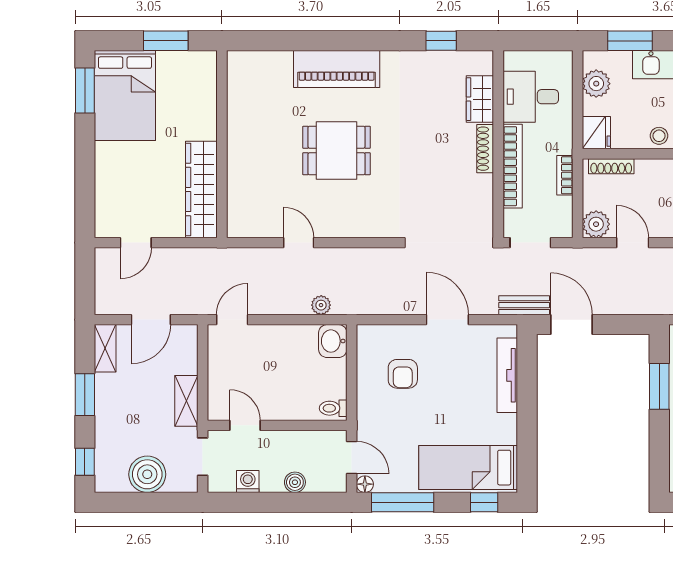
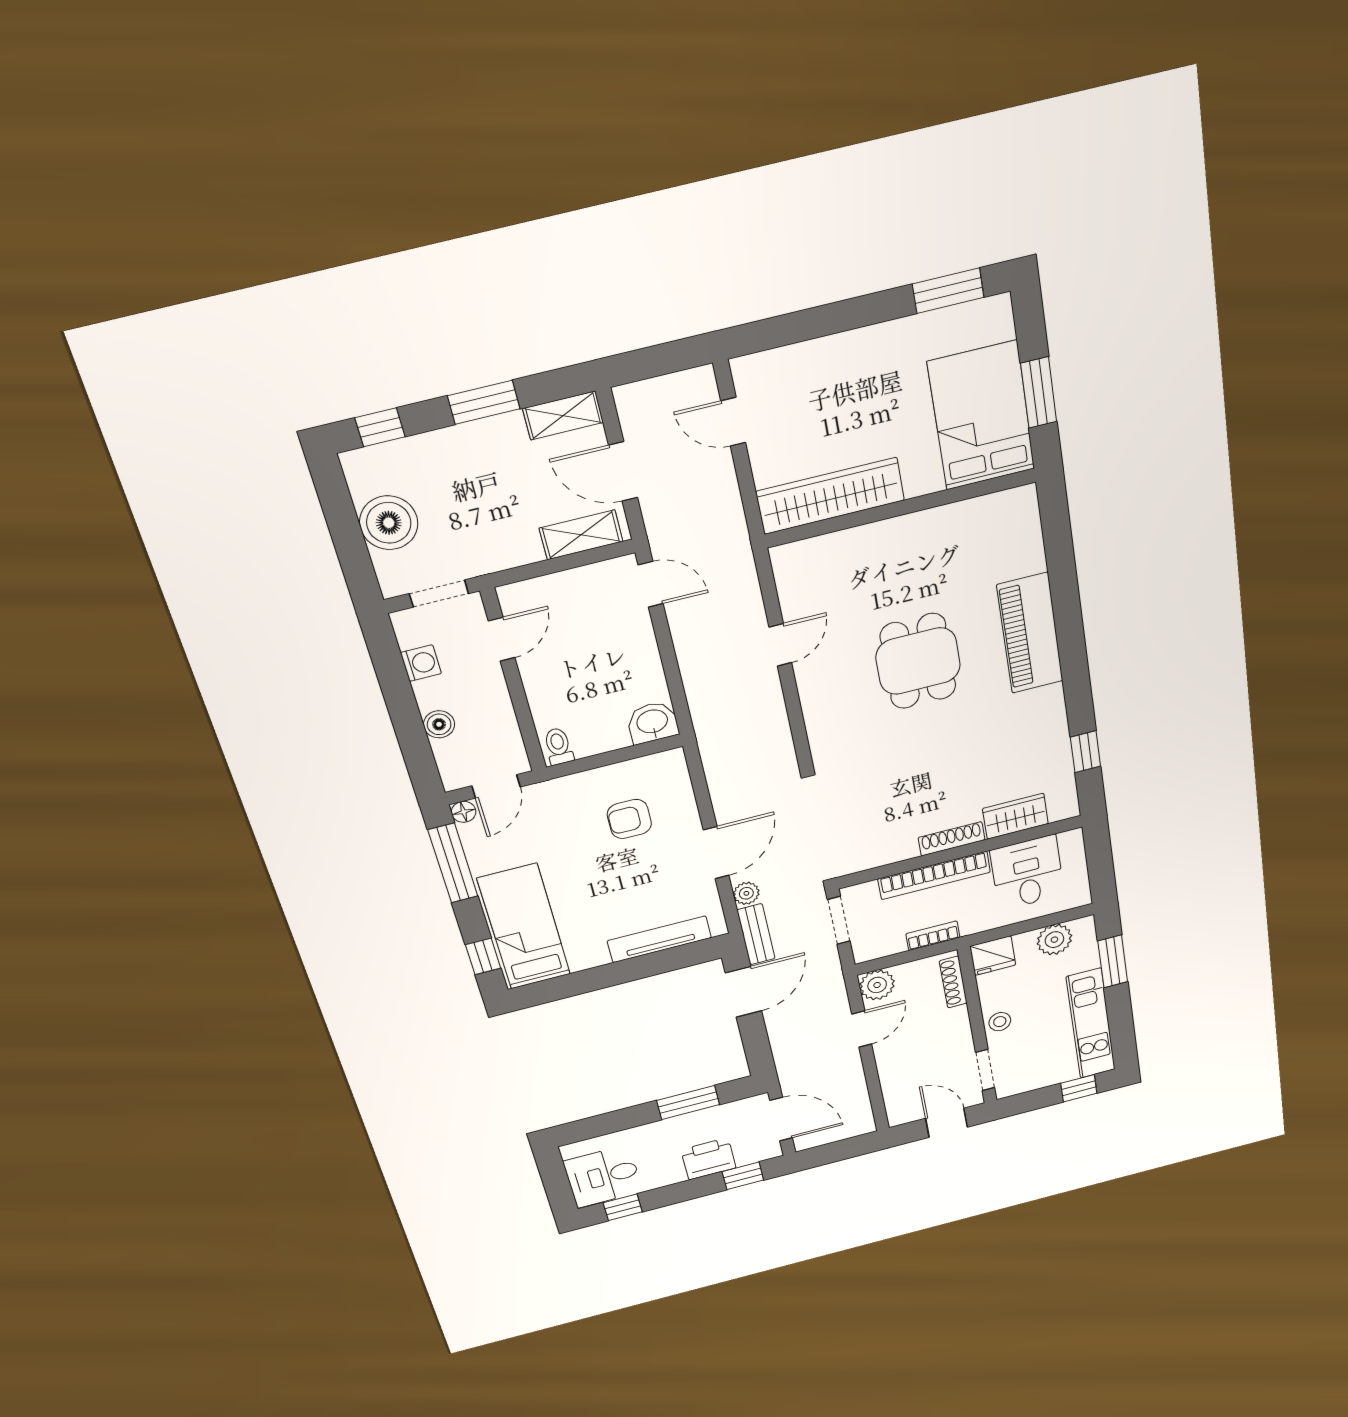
bed: (125, 96) -> (981, 416), moved, turned 90
plant: (321, 305) -> (746, 893), moved
shelving: (186, 401) -> (581, 535), moved

